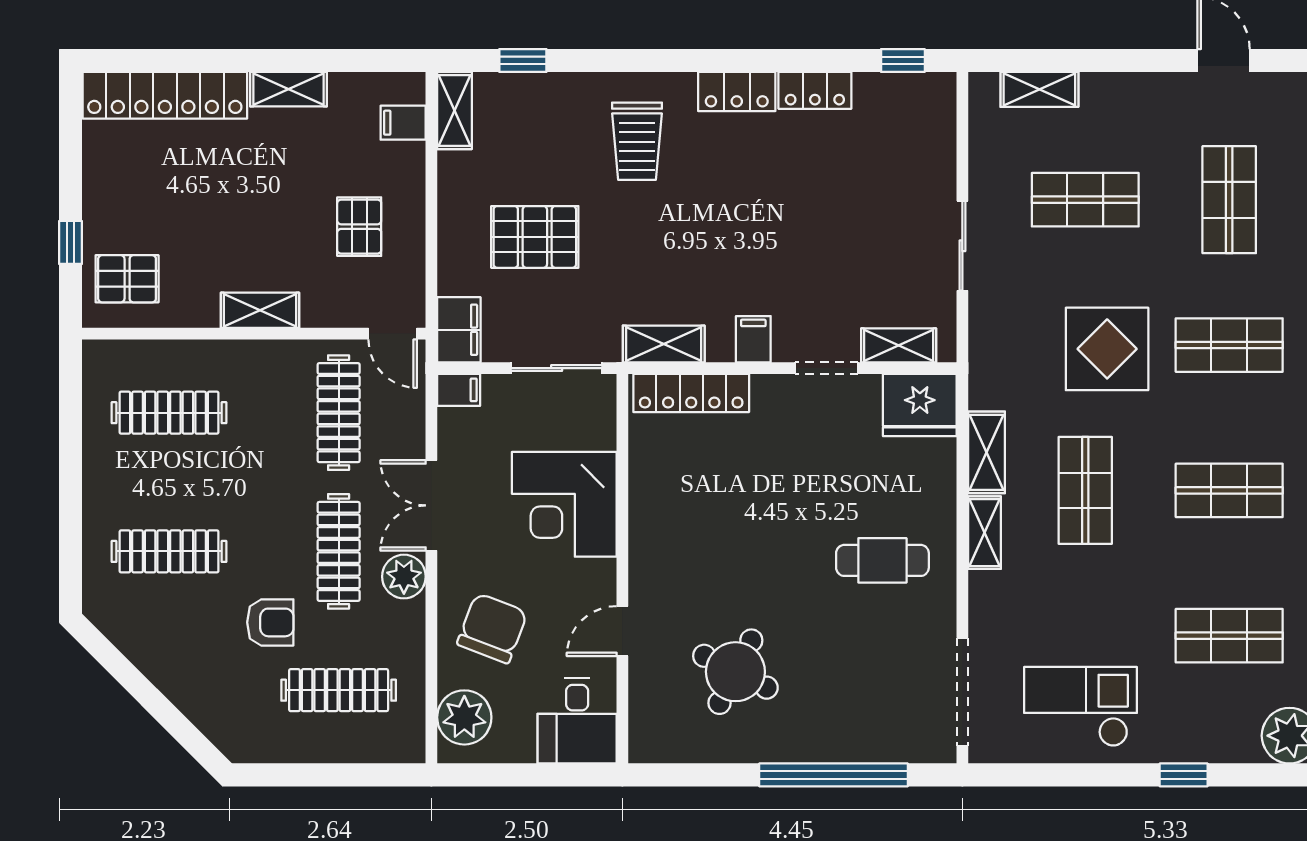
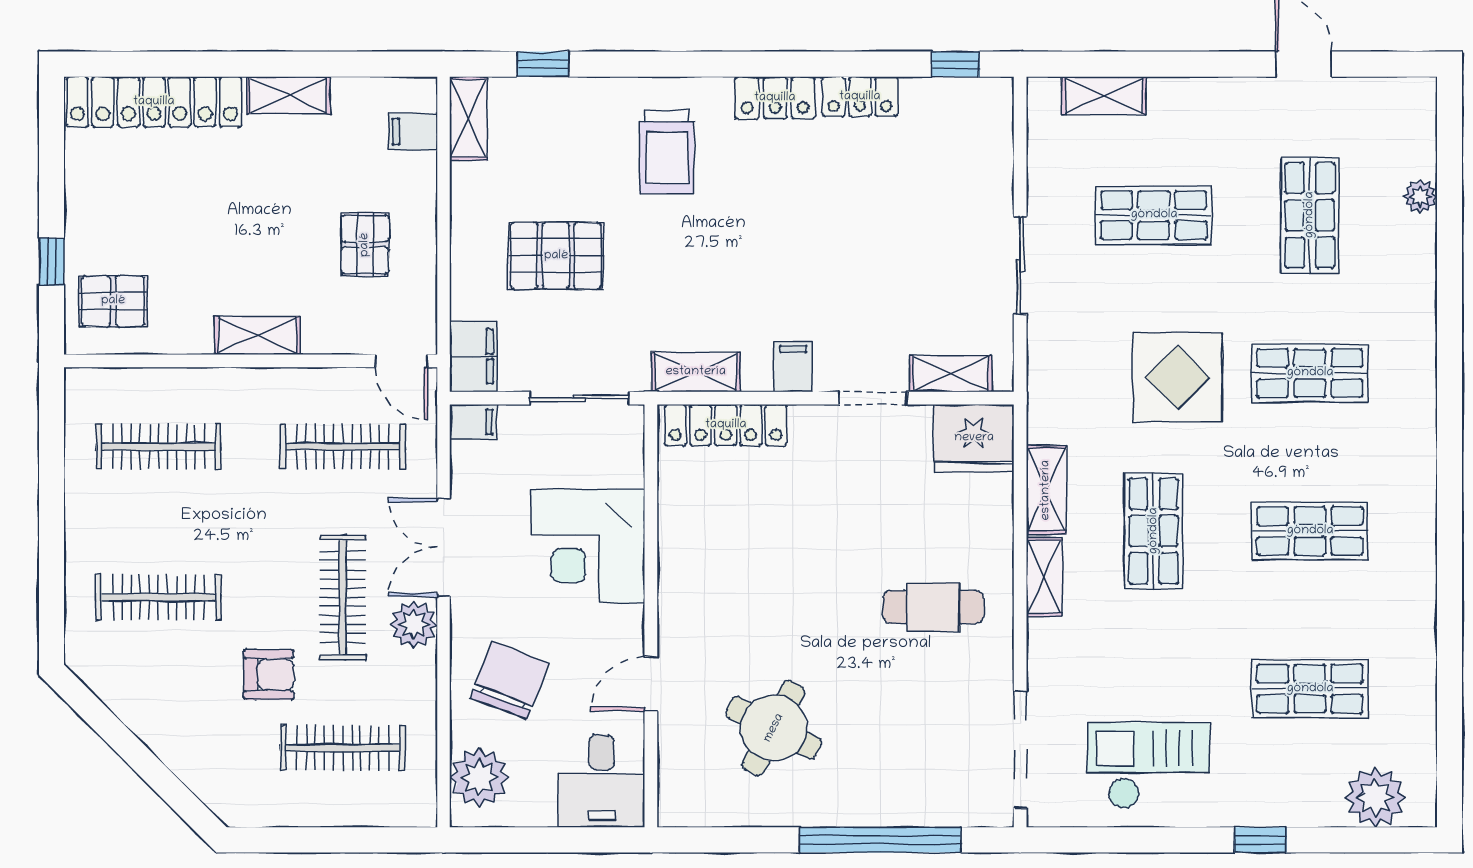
clothes rail: (339, 413) -> (343, 447), turned 90

